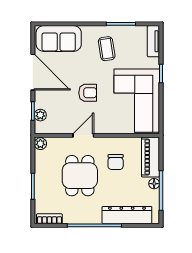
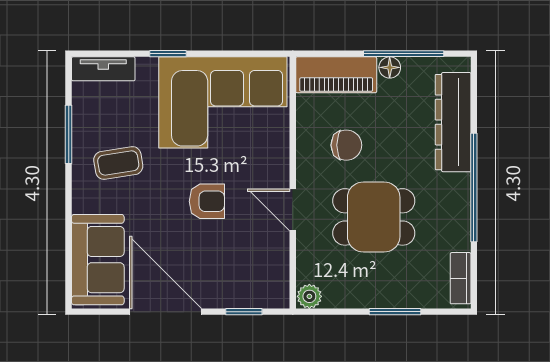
door: (33, 72) -> (165, 312), hinge flipped
armchair: (88, 93) -> (207, 201), turned 90
plant: (40, 115) -> (252, 297), removed

